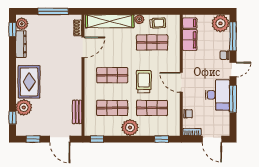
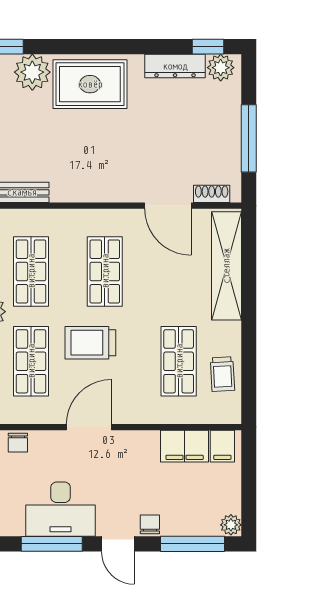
plant: (139, 19) -> (231, 333), removed
plant: (220, 23) -> (231, 525), width x0.53, depth x0.53
trolley: (144, 82) -> (90, 343), turned 180

